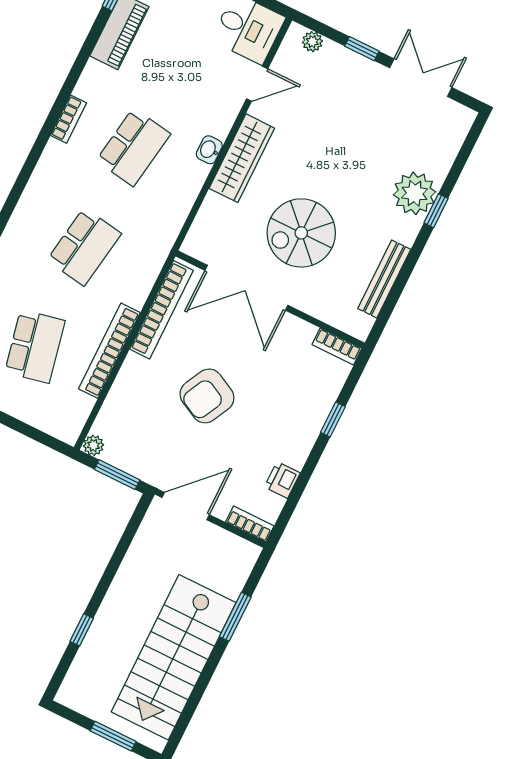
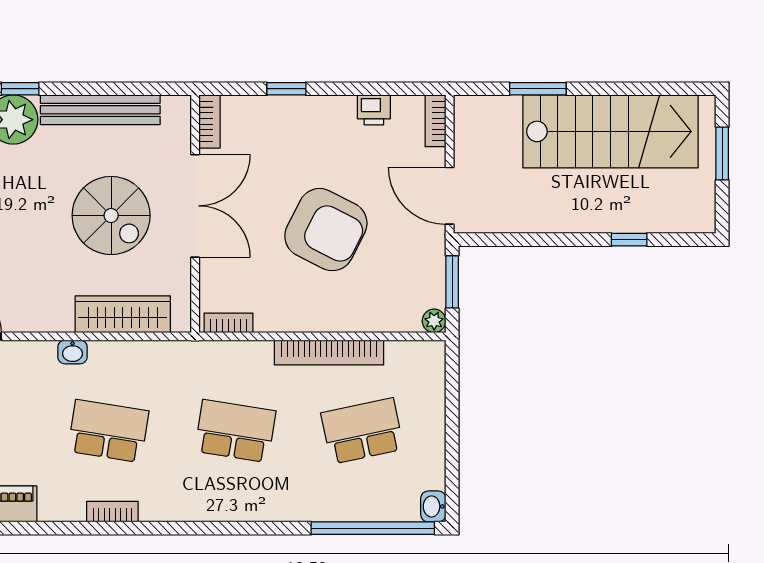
wardrobe: (242, 158) -> (123, 314), moved
bench: (384, 279) -> (100, 110), width x1.37, depth x1.21
double door: (246, 288) -> (195, 206), moved
bookcase: (162, 310) -> (229, 323), width x0.43, depth x0.76
armchair: (207, 396) -> (326, 230), width x1.36, depth x1.36

